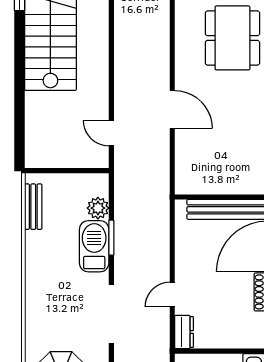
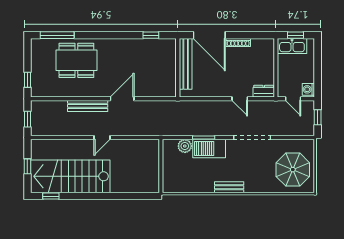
bench: (161, 56) -> (88, 106), added
door: (111, 133) -> (102, 137), moved
bench: (33, 207) -> (229, 187), moved

